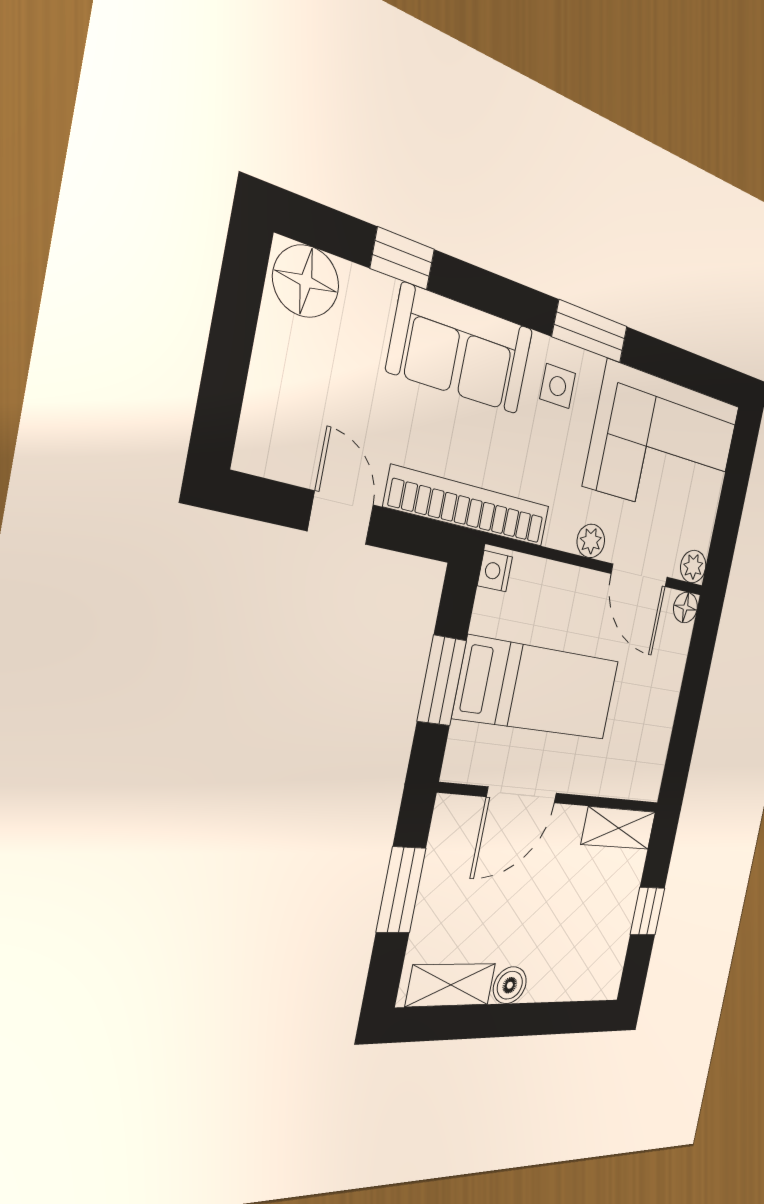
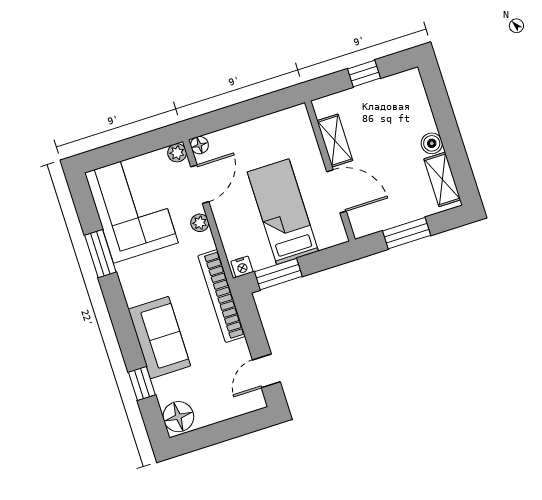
window: (590, 332) -> (100, 254), moved
side table: (558, 386) -> (143, 282), removed
door: (341, 518) -> (266, 371), moved
window: (442, 681) -> (278, 274), moved
shelving: (619, 828) -> (335, 141), moved

